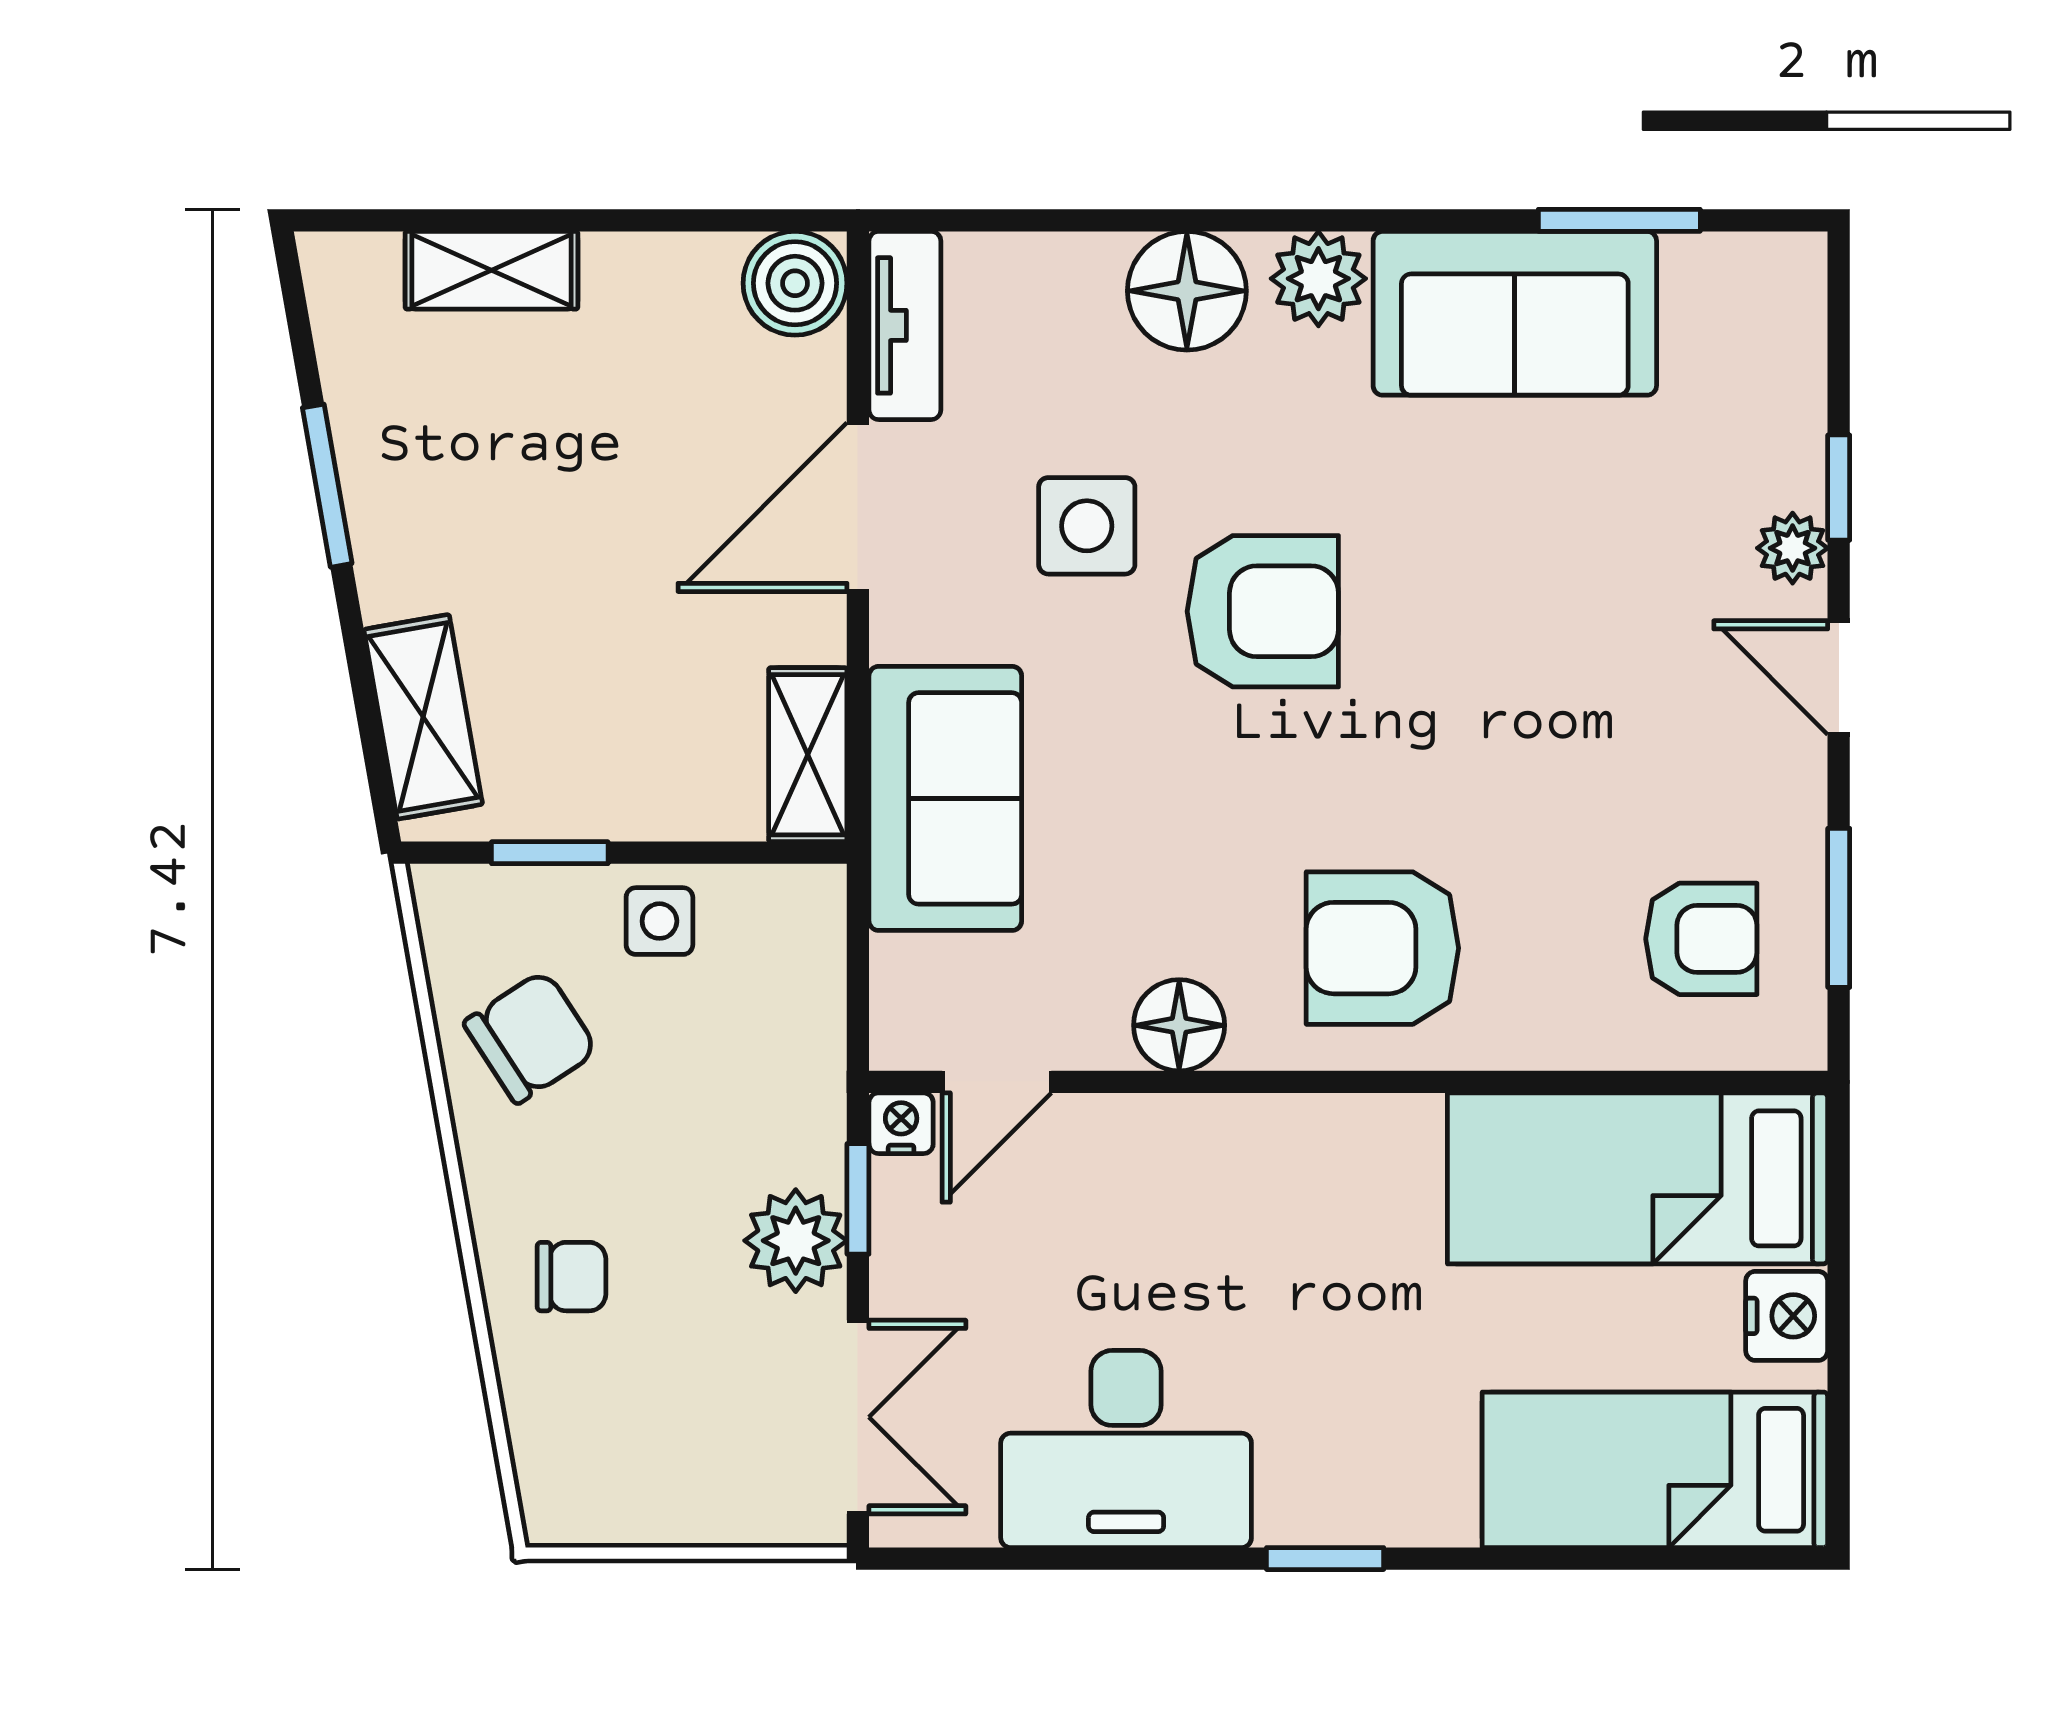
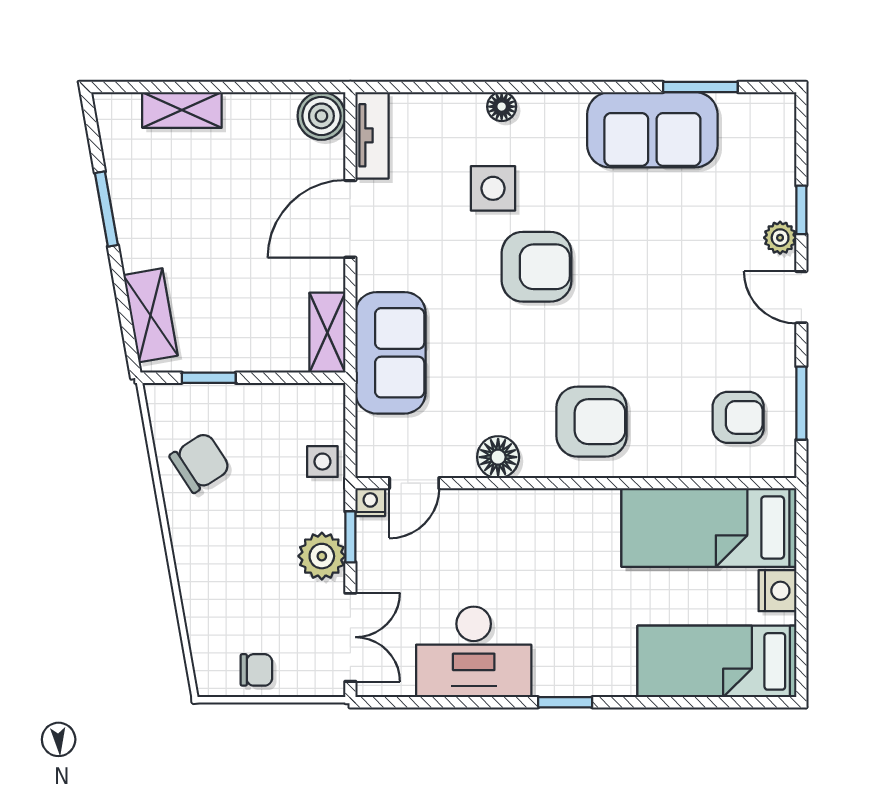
plant: (1318, 279) -> (562, 114), removed
floor lamp: (1187, 291) -> (502, 107), width x0.53, depth x0.53
side table: (1087, 526) -> (493, 188), moved
side table: (659, 921) -> (322, 462), moved
armchair: (1382, 948) -> (592, 422), turned 180
chair: (571, 1277) -> (256, 670), moved

